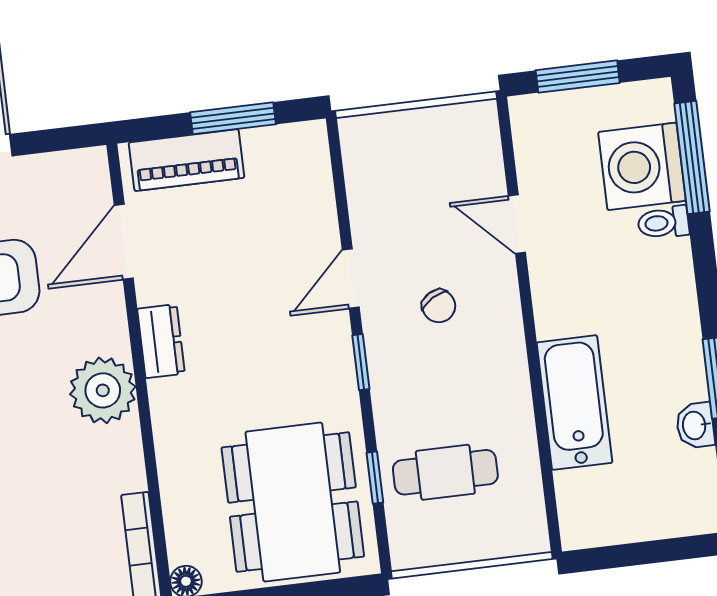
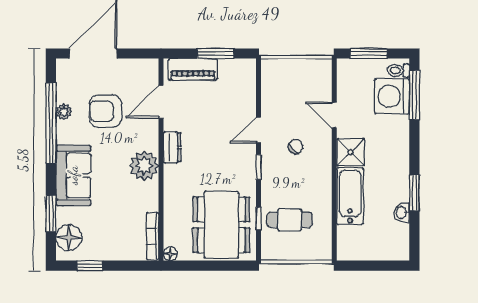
toilet: (663, 223) -> (398, 70), moved
shower: (564, 304) -> (350, 152), added
chair: (439, 306) -> (296, 147), turned -101

